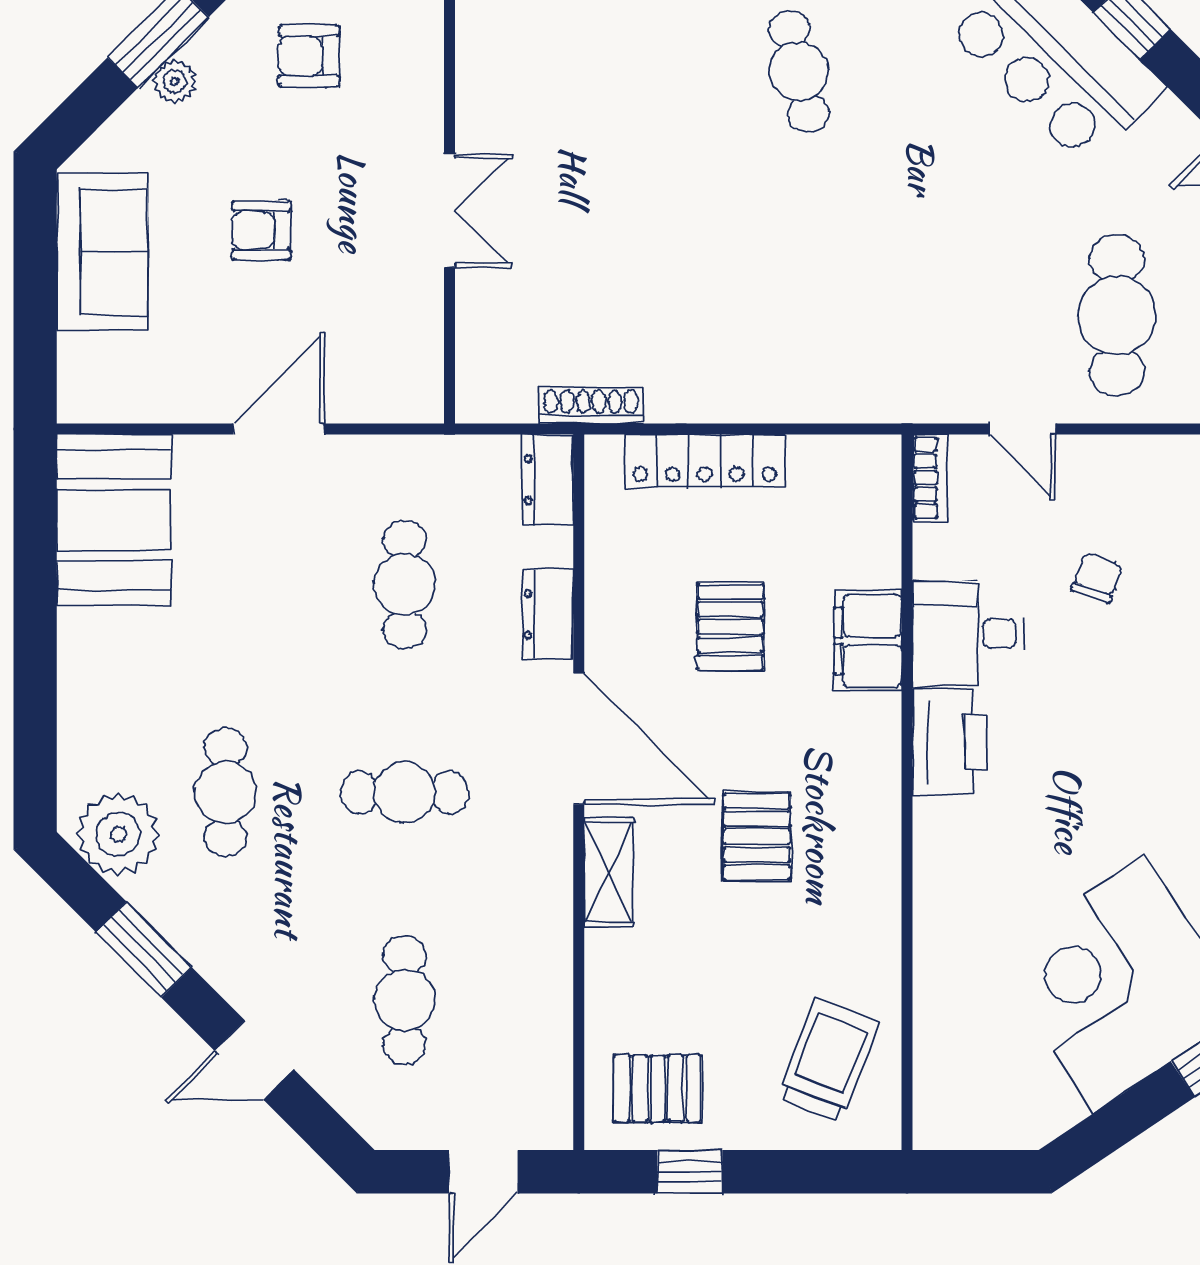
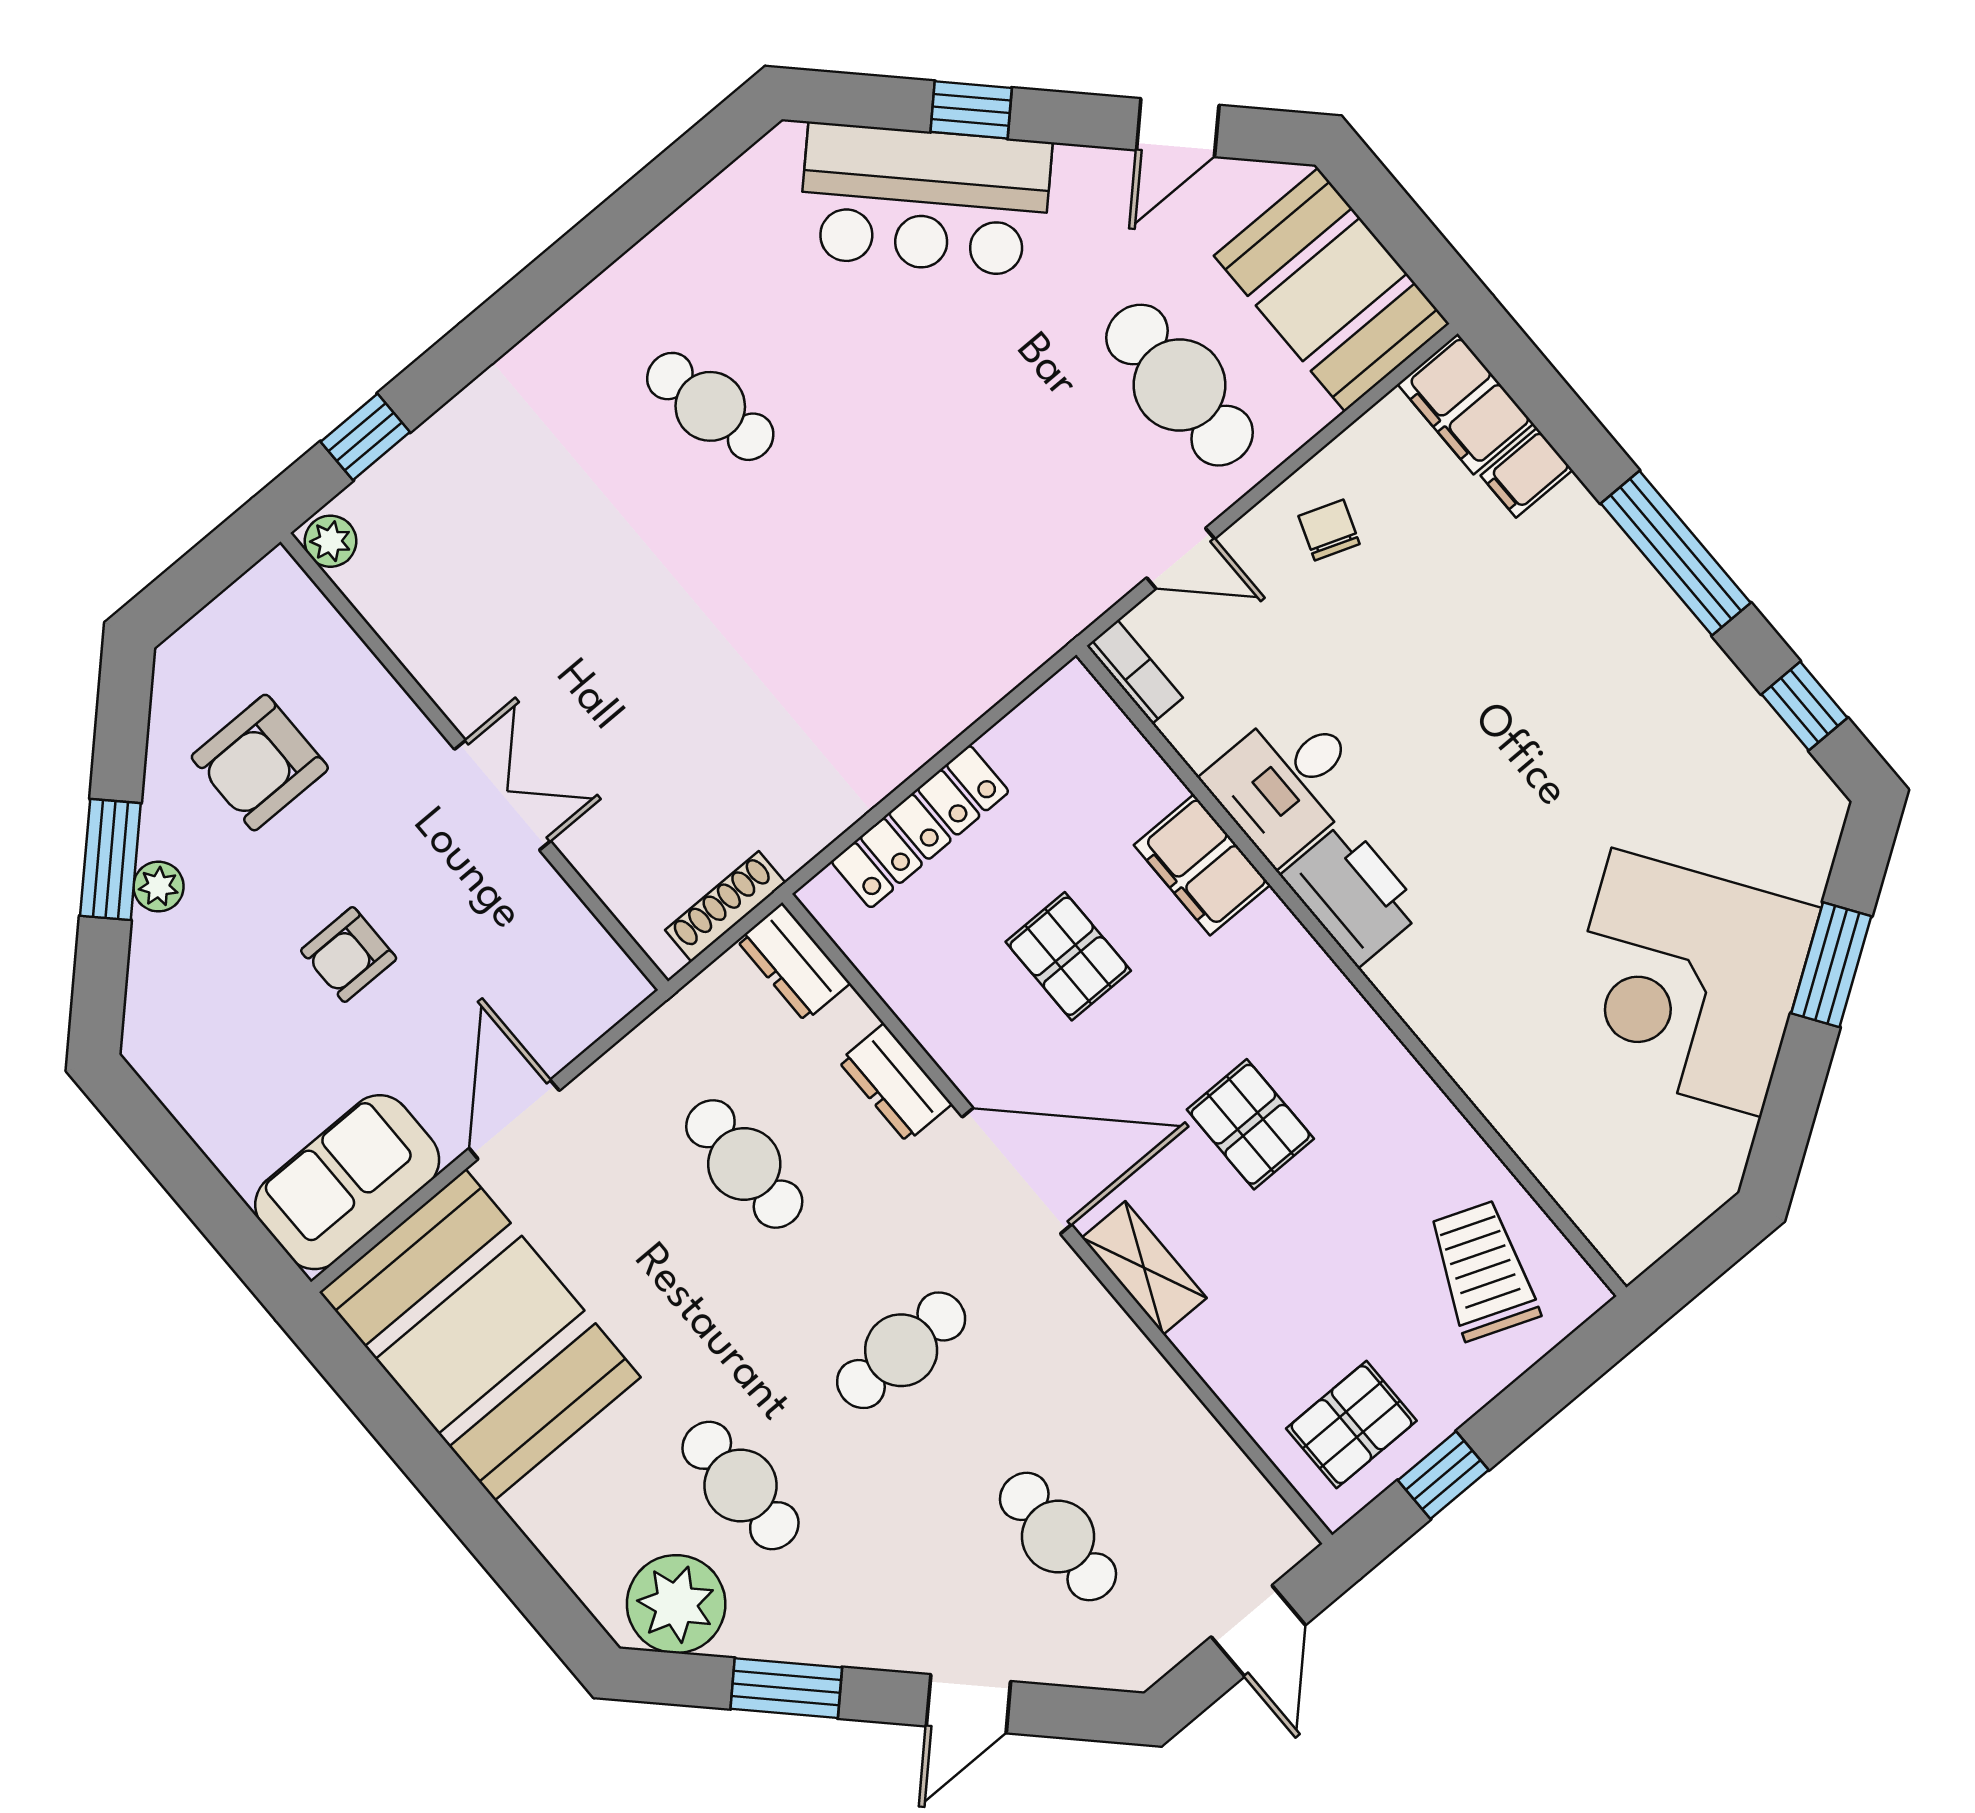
armchair: (309, 56) -> (260, 763), width x1.38, depth x1.38
sofa: (102, 252) -> (347, 1182), moved, turned -90
shoe rack: (591, 406) -> (725, 906), moved
booth: (114, 520) -> (480, 1335), width x1.36, depth x1.42
chair: (1097, 578) -> (1329, 530), moved

